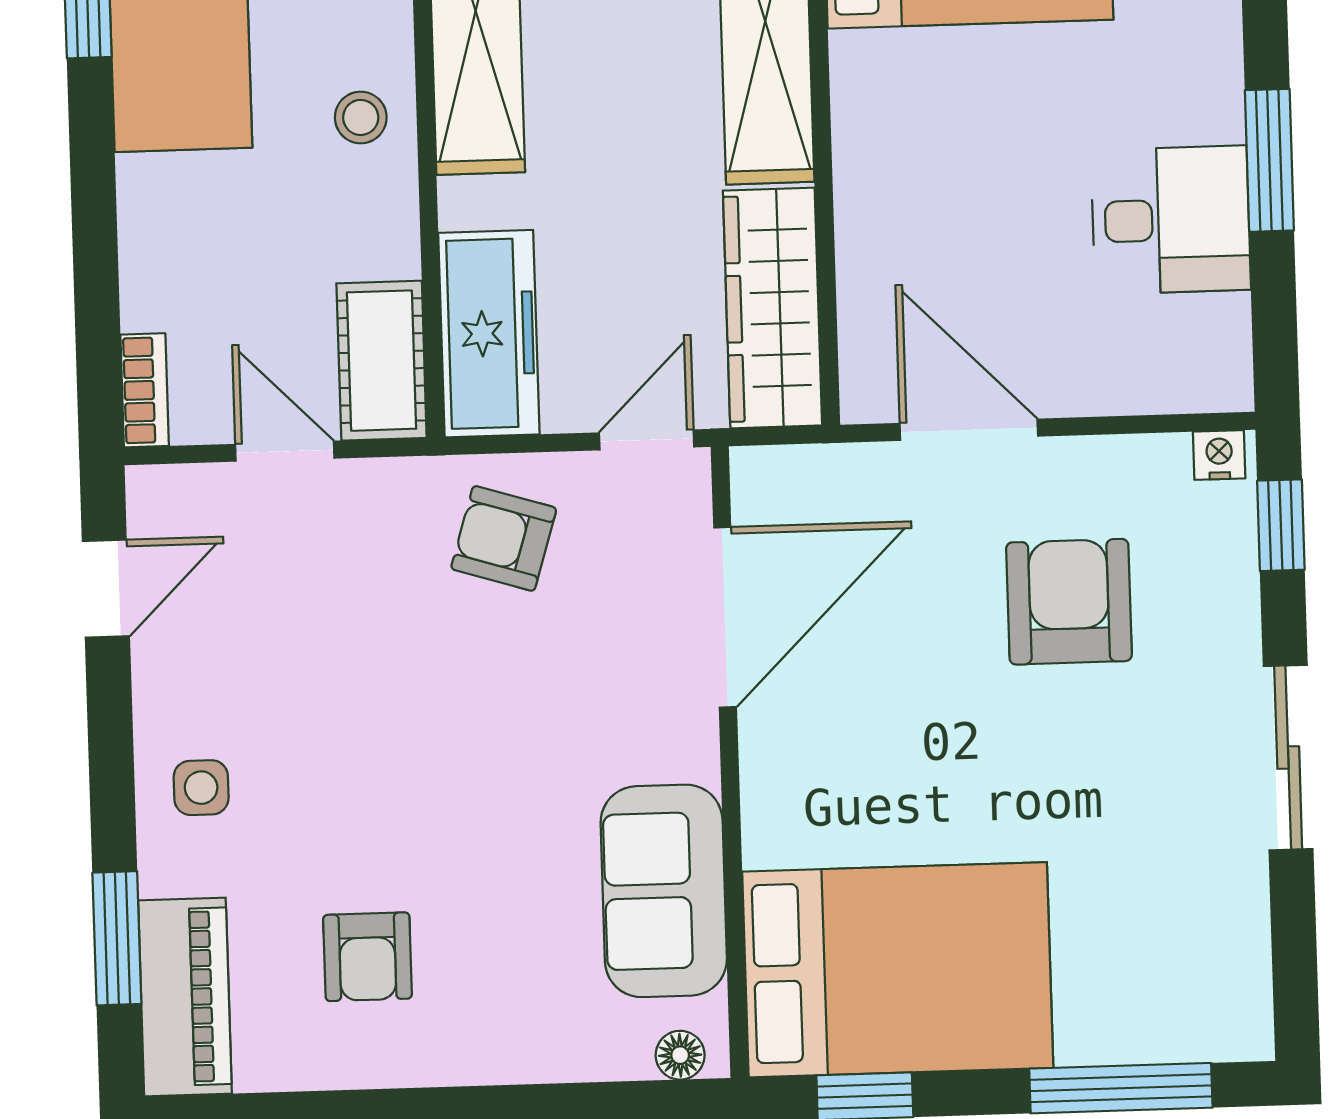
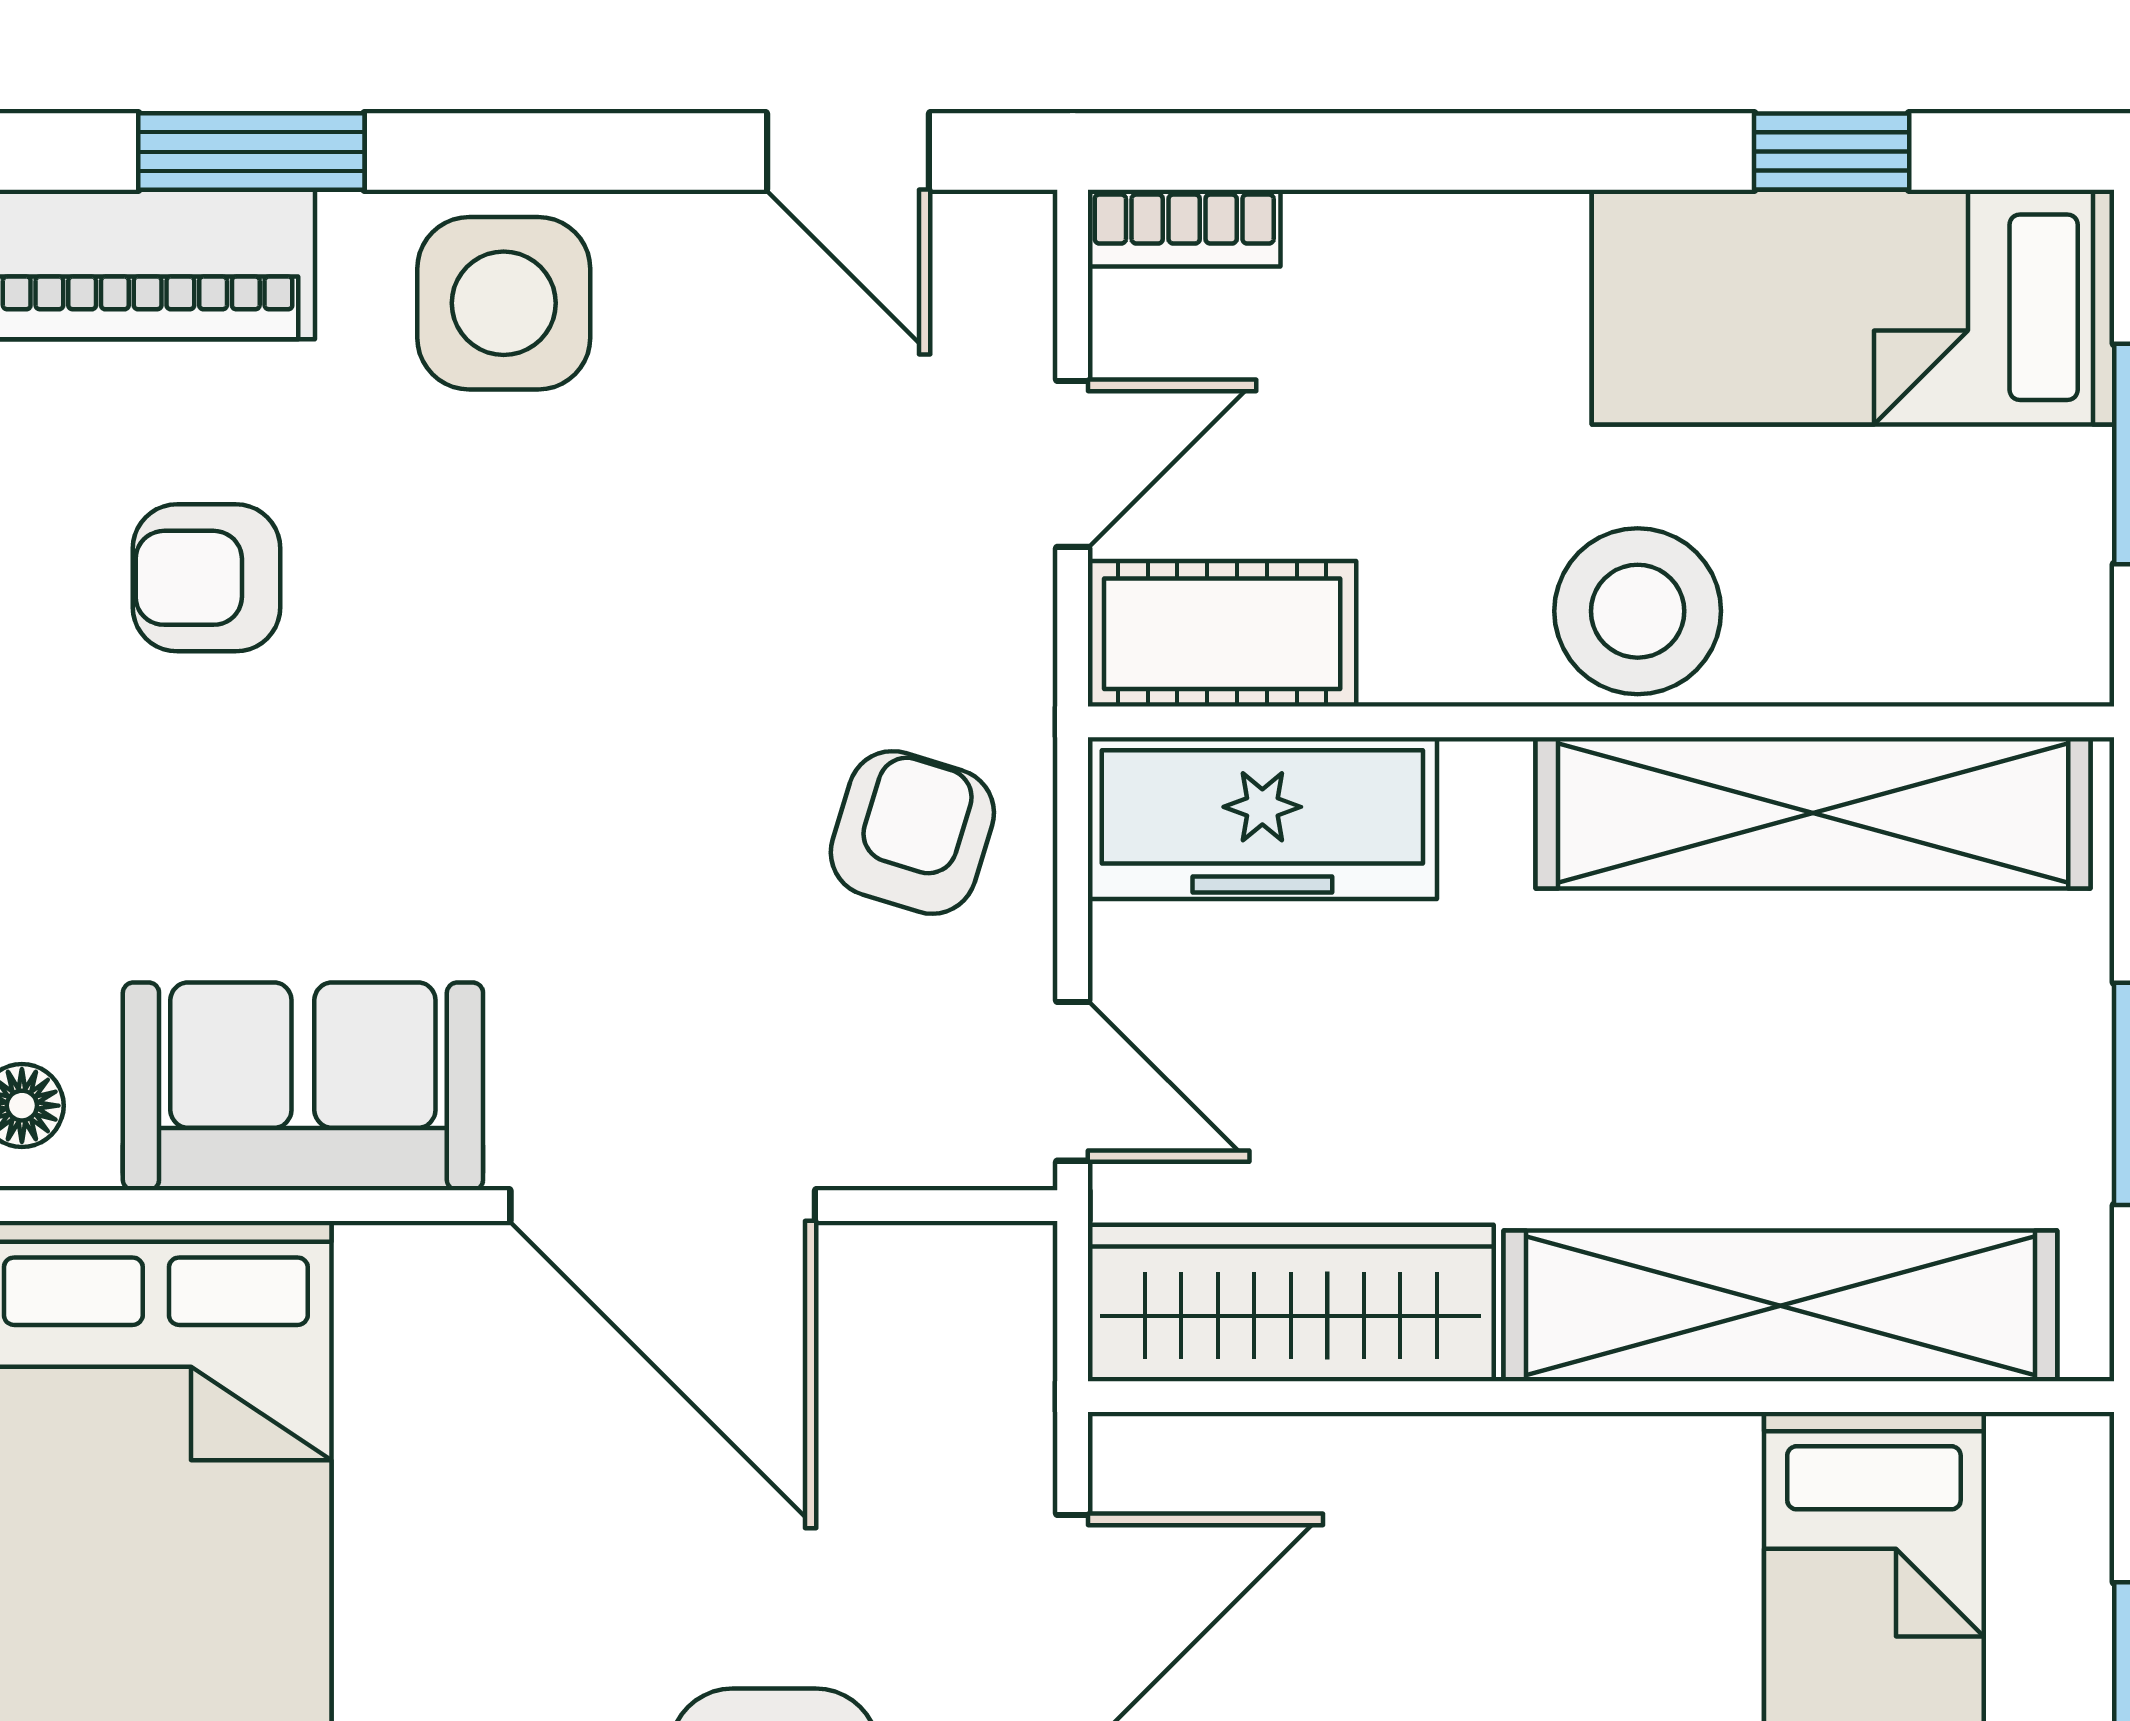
stool: (361, 117) -> (1638, 611), width x1.89, depth x1.89
door: (725, 617) -> (663, 1206), moved
side table: (201, 788) -> (504, 303), width x1.87, depth x1.87

